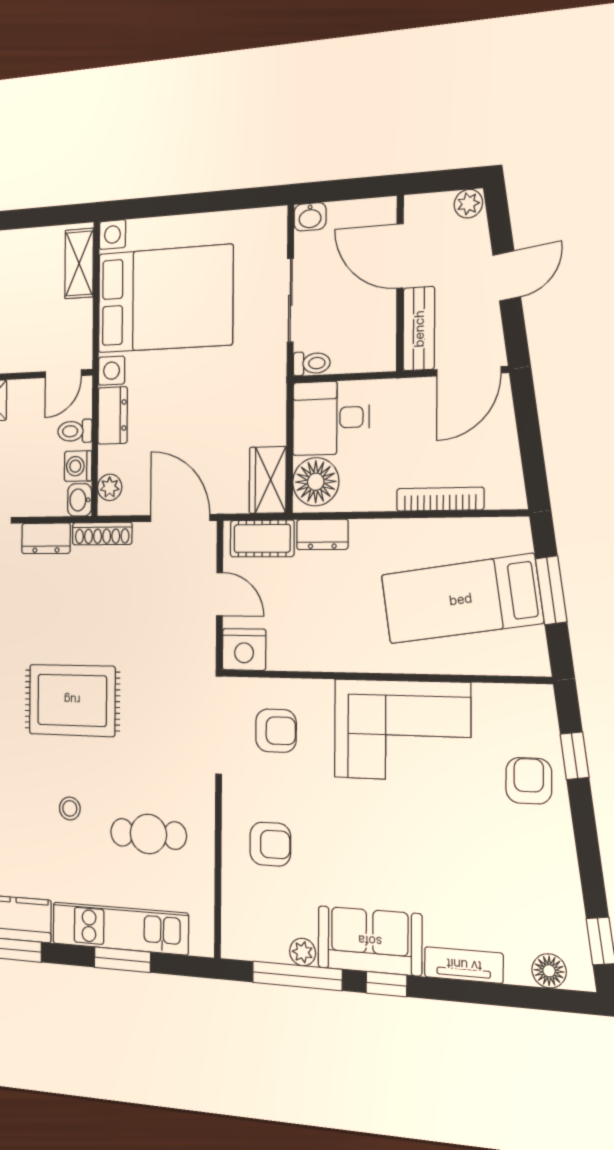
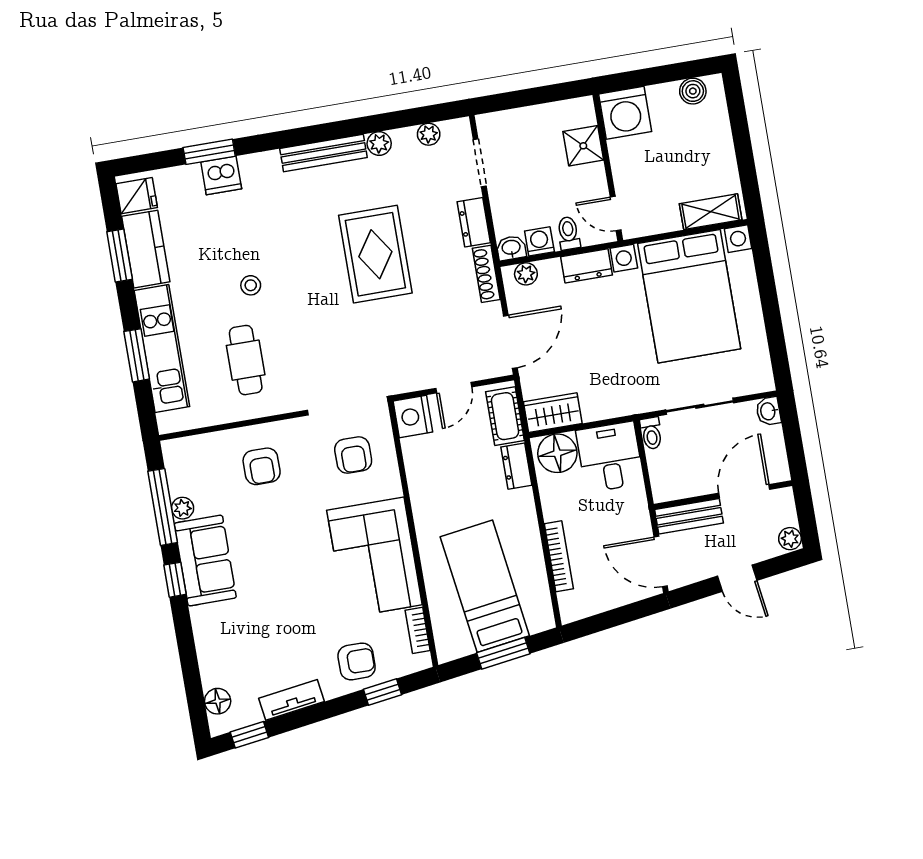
bookcase: (502, 694) -> (418, 630), added
rug: (72, 700) -> (375, 254), moved
tv unit: (464, 965) -> (292, 700), moved, turned -98

